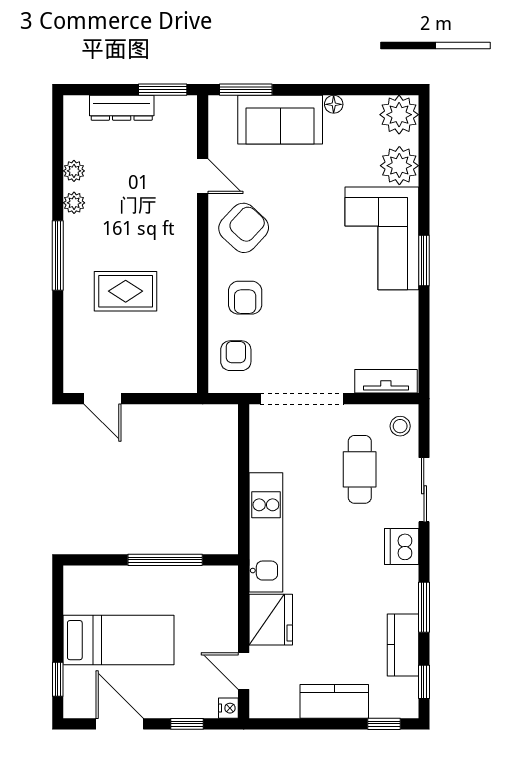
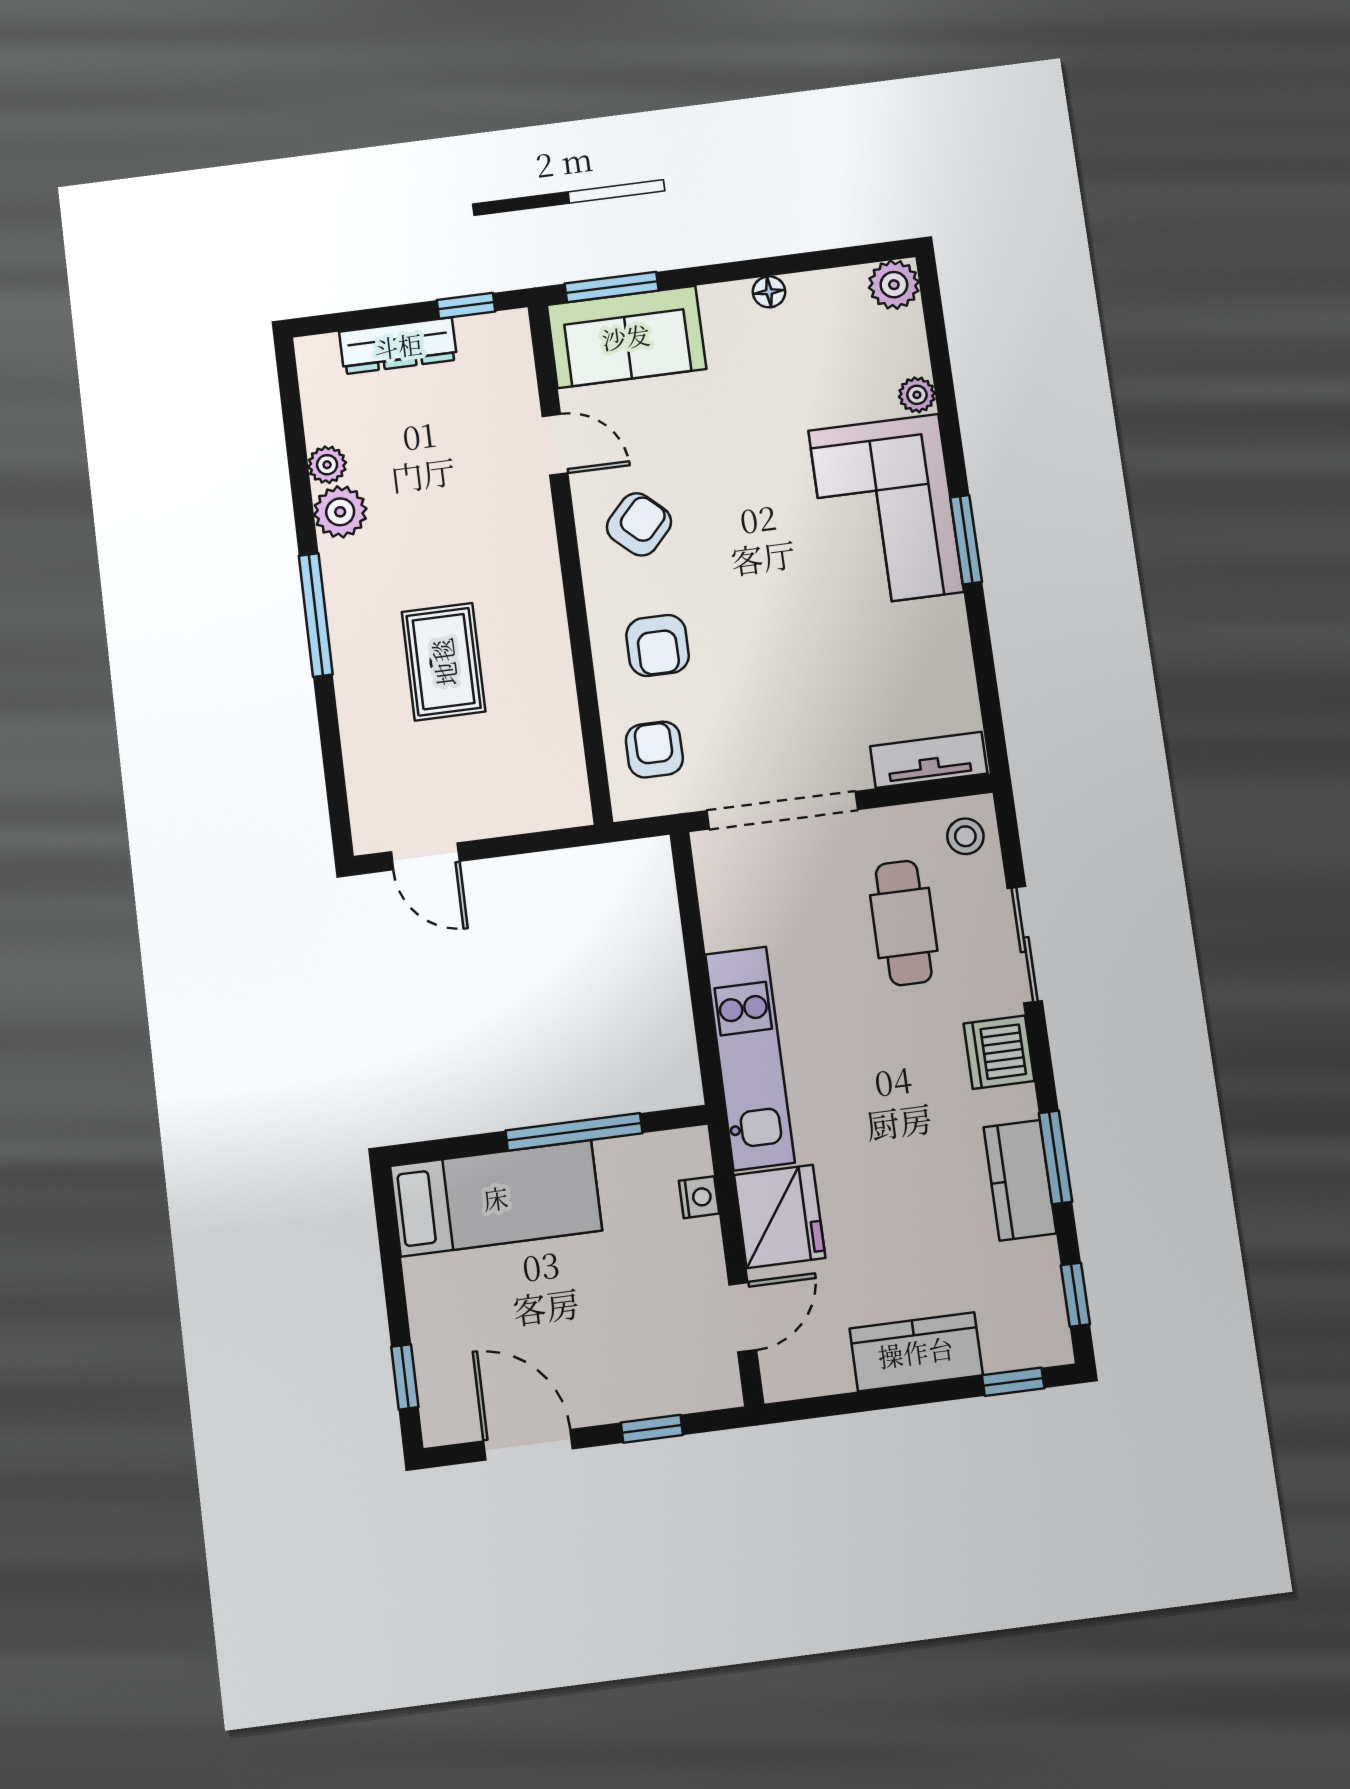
window: (163, 90) -> (466, 306), width x0.67
plant: (399, 115) -> (894, 285), width x0.73, depth x0.73
sofa: (280, 120) -> (626, 337), moved
plant: (399, 166) -> (917, 395), width x0.53, depth x0.53
plant: (74, 203) -> (340, 512), width x1.38, depth x1.38
armchair: (244, 228) -> (639, 524), width x0.72, depth x0.72
rug: (126, 291) -> (444, 662), turned 90
bed: (118, 640) -> (496, 1198), moved
kitchen counter: (403, 645) -> (1020, 1180), moved
door: (244, 671) -> (743, 1317), swing flipped
nightstand: (228, 708) -> (699, 1197), moved

